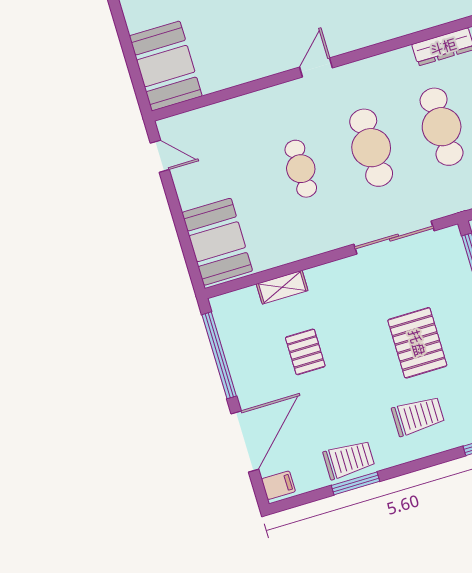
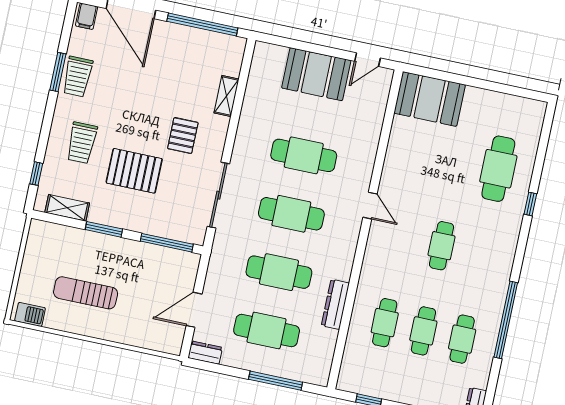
cafe table: (301, 169) -> (304, 155), width x1.37, depth x1.35
booth: (217, 242) -> (316, 74), moved
pallet: (305, 352) -> (183, 136), moved, turned 90

